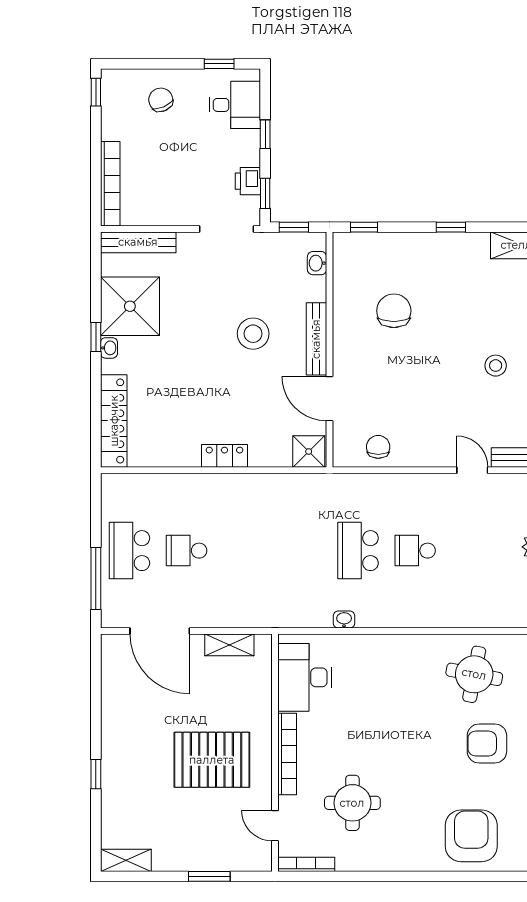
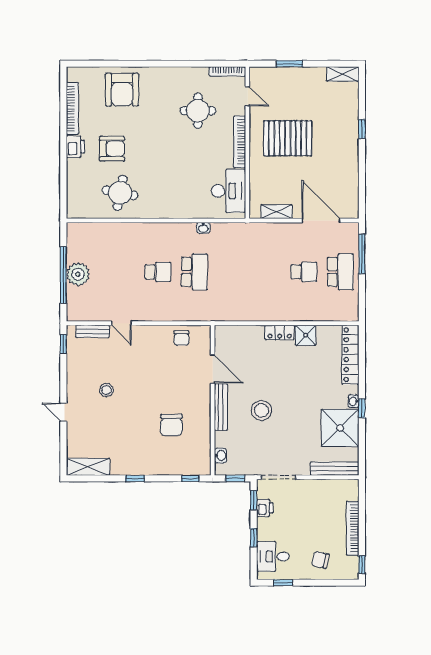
chair: (161, 100) -> (320, 560), turned 126
bookcase: (110, 184) -> (353, 528), moved
shower: (309, 452) -> (306, 335), moved

